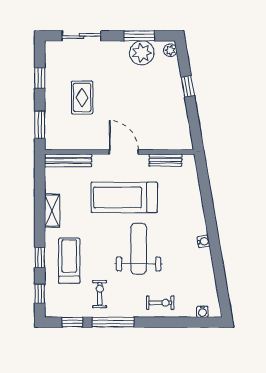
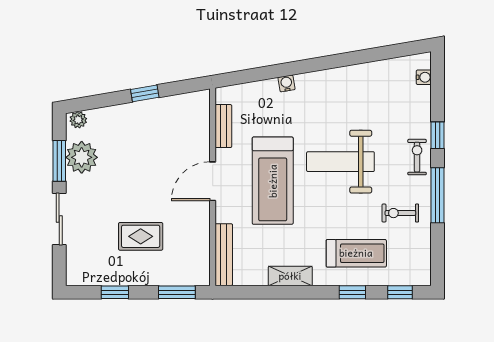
sliding door: (82, 36) -> (59, 219), moved
window: (188, 86) -> (145, 93), moved
water cooler: (203, 241) -> (286, 83), moved
treadmill: (69, 261) -> (356, 253), turned 180
exercise bike: (160, 303) -> (417, 157), moved
window: (72, 322) -> (438, 135), moved

